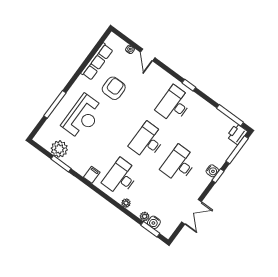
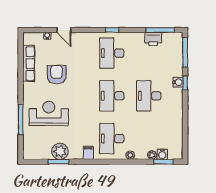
reception desk: (83, 117) -> (49, 114), turned -90
printer: (237, 134) -> (153, 39), moved, turned -90
plant: (59, 149) -> (60, 151), moved
double door: (191, 212) -> (185, 125), removed

